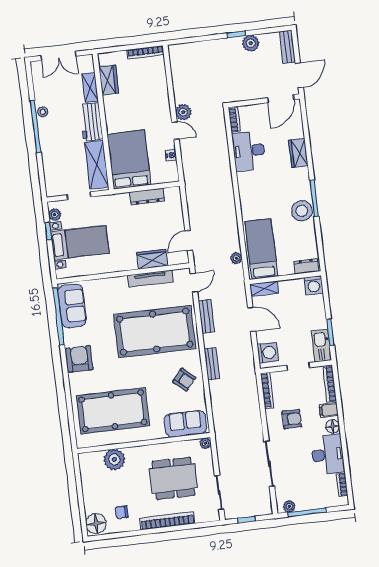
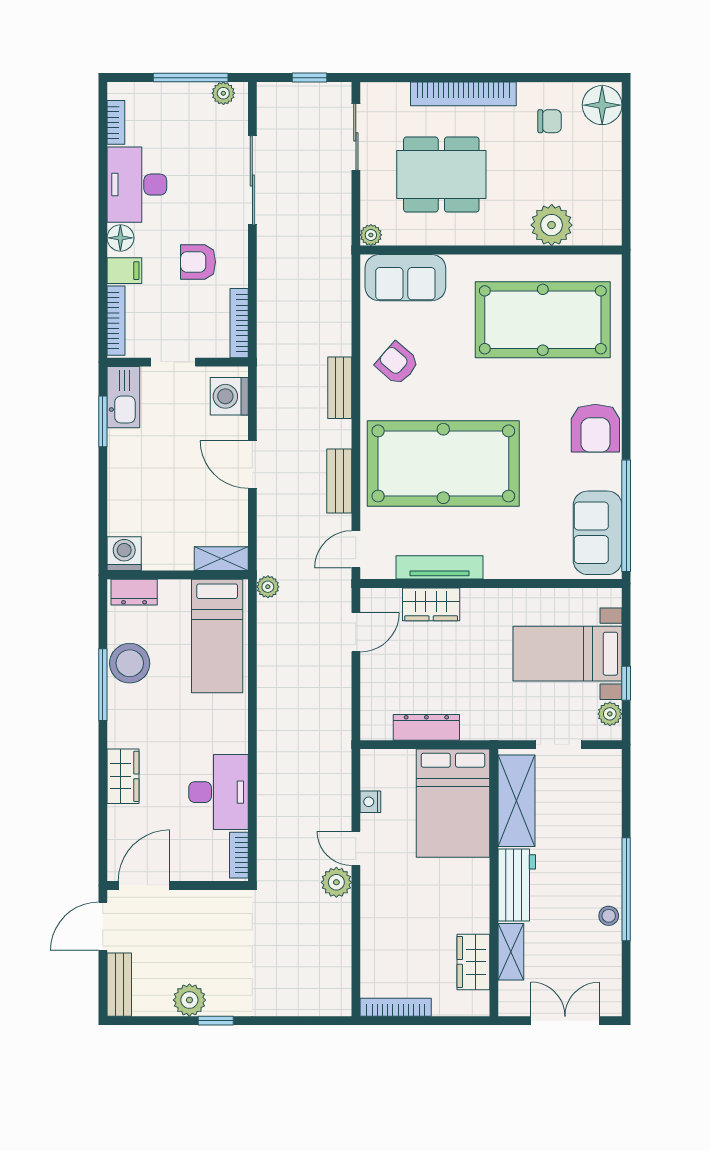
bed: (261, 249) -> (217, 636), moved
dresser: (306, 266) -> (134, 592), moved
wall: (285, 278) -> (178, 575), moved
washing machine: (314, 285) -> (124, 554), moved
shelving: (264, 289) -> (221, 559), moved

